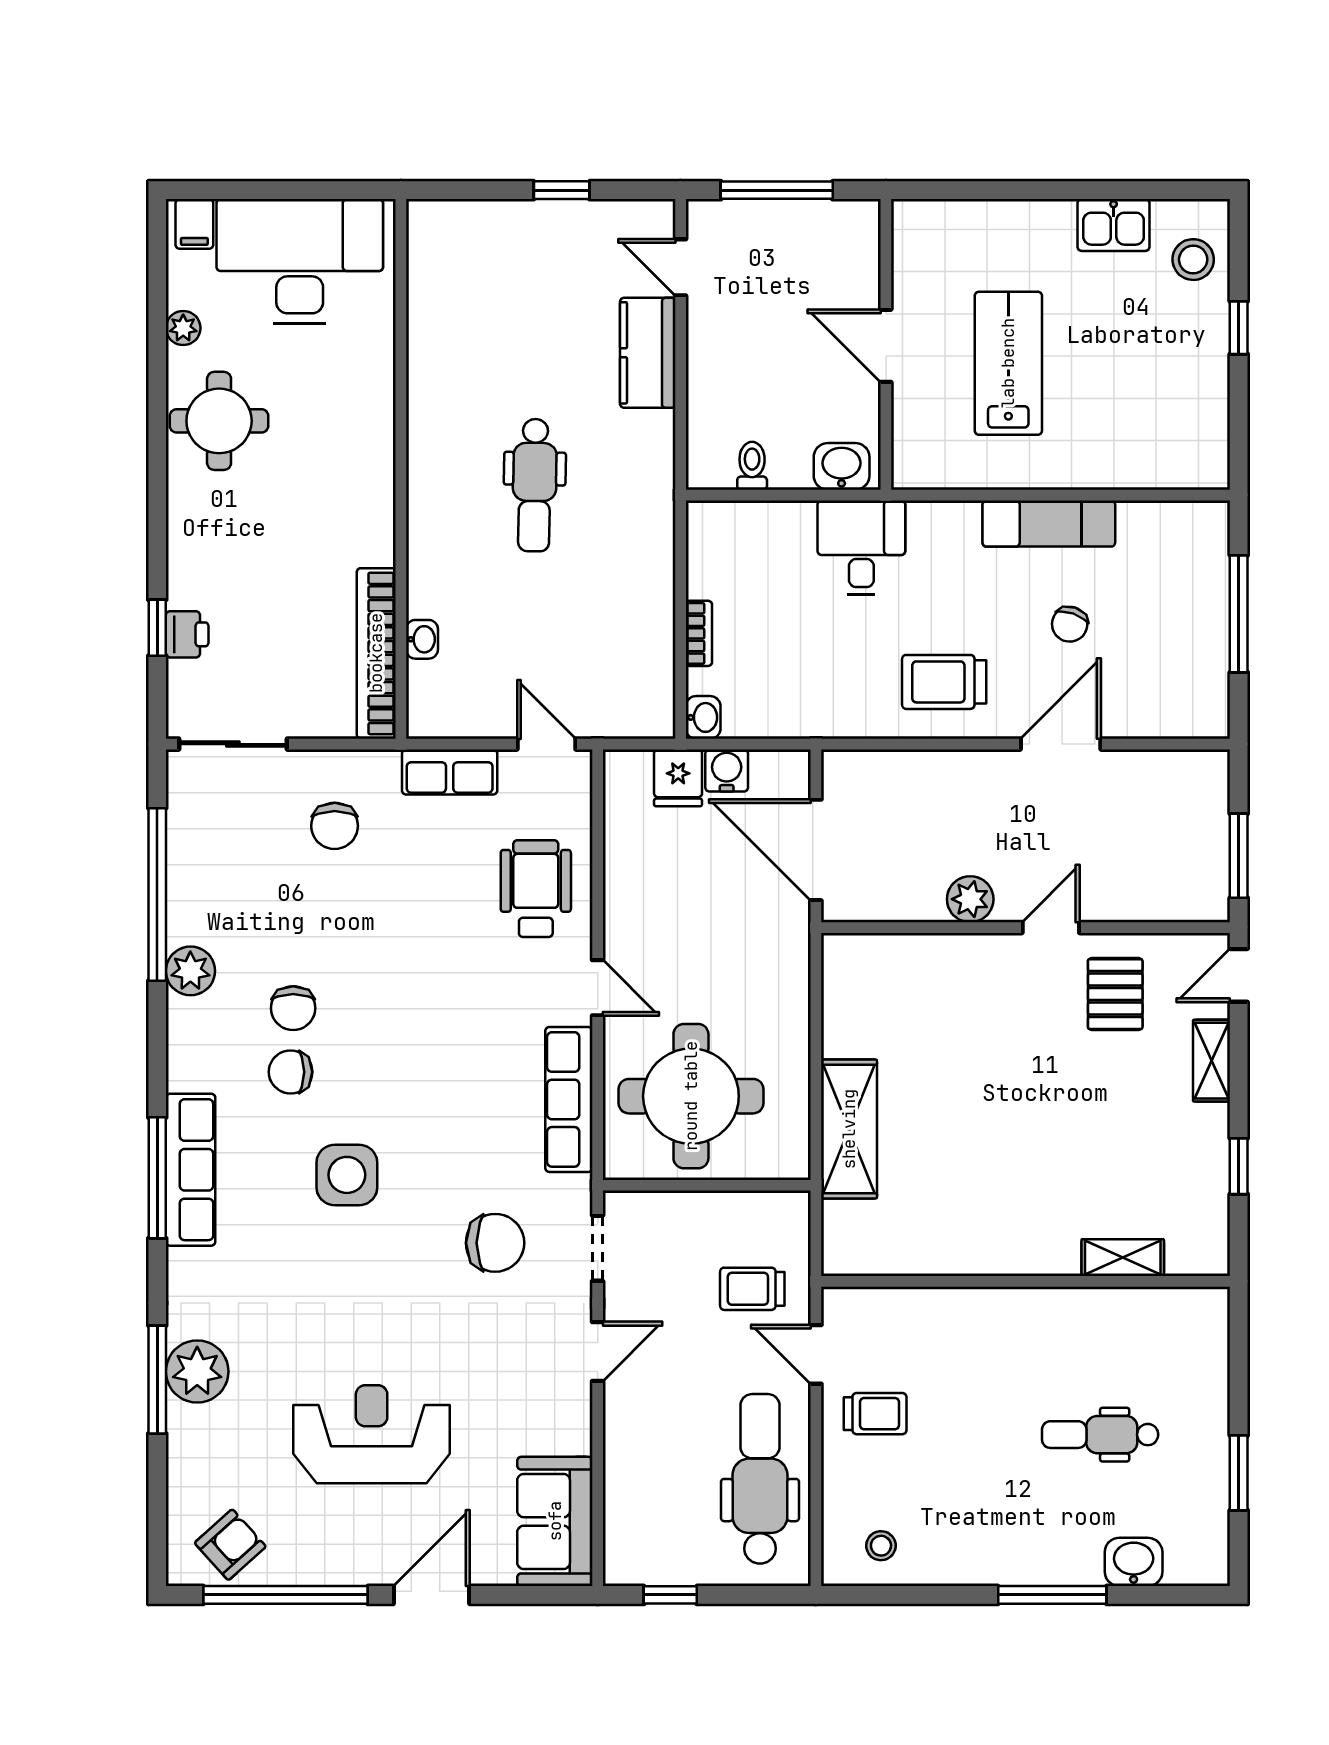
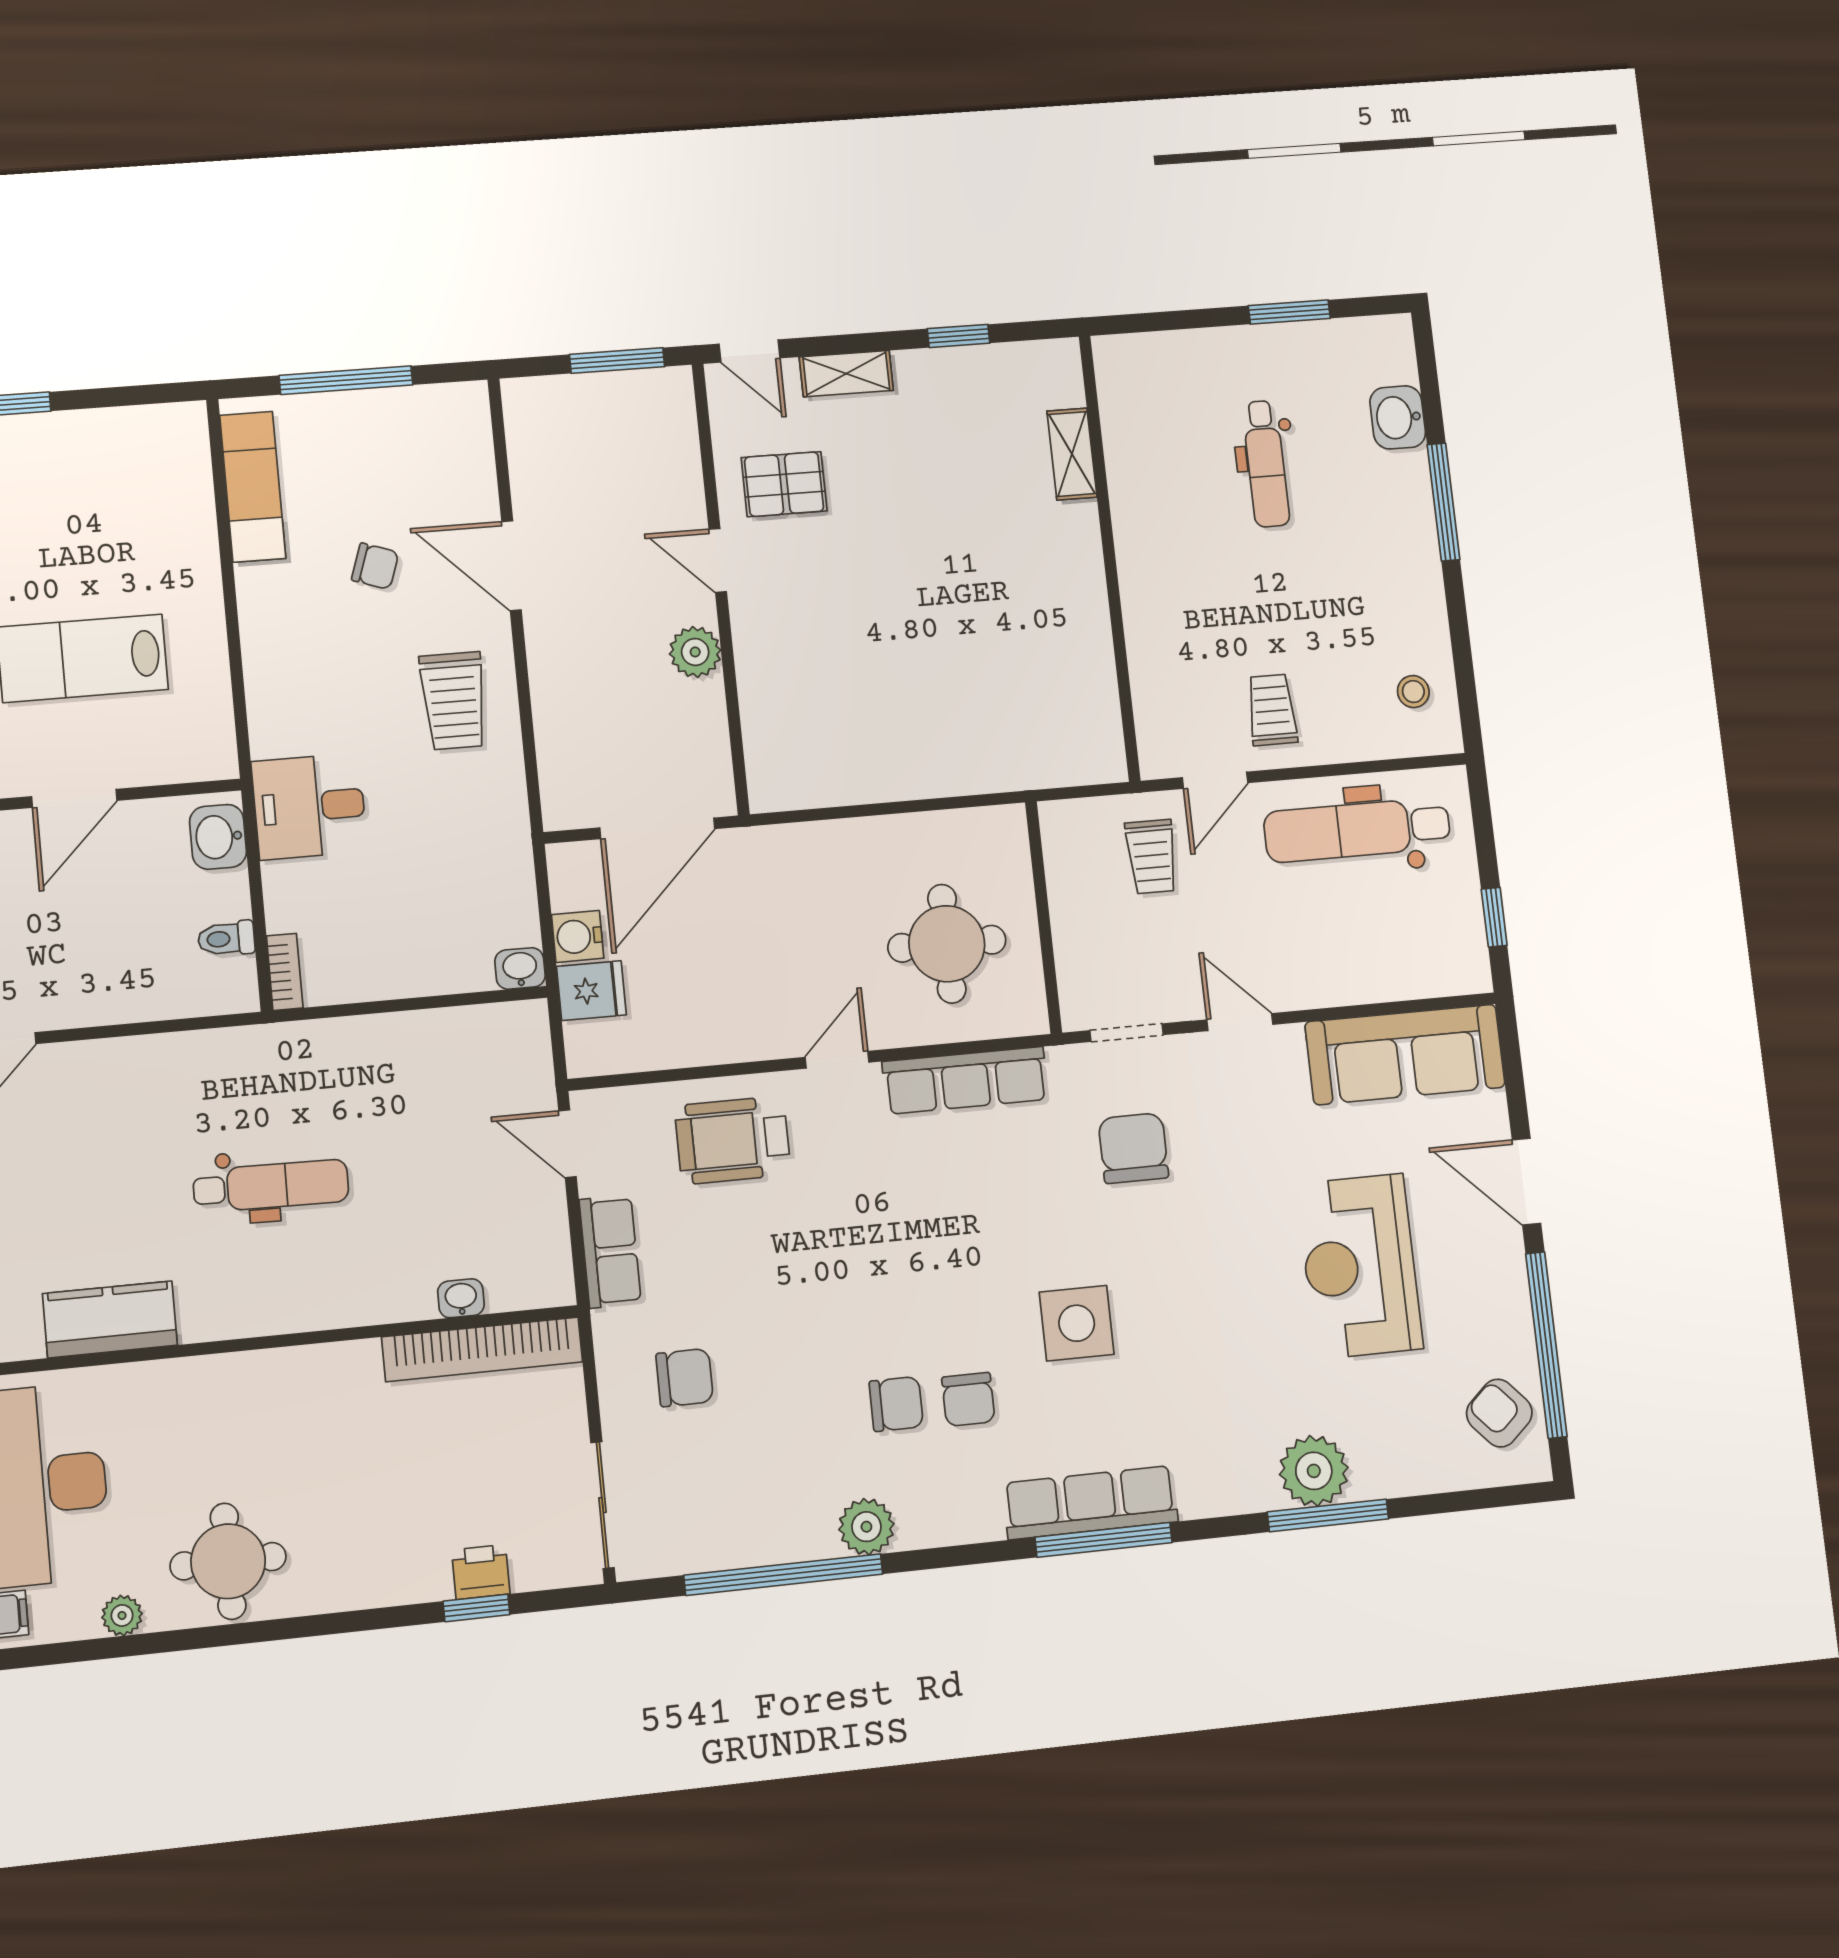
kitchen counter: (648, 353) -> (110, 1319), moved, turned 180
exam couch: (1049, 524) -> (253, 487), moved
bookcase: (699, 633) -> (285, 972), moved, turned 90
door: (546, 744) -> (567, 1144), hinge flipped
round table: (691, 1096) -> (947, 944), width x0.73, depth x0.73
shelving: (849, 1129) -> (964, 765), removed
sofa: (555, 1521) -> (1405, 1055), width x1.36

